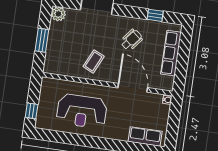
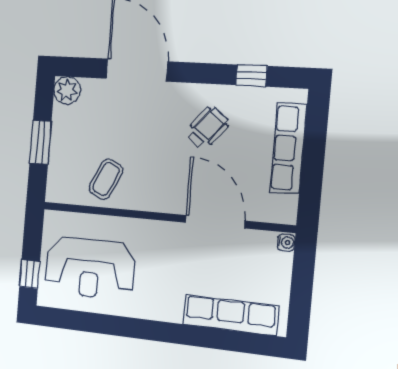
coffee table: (94, 61) -> (106, 179), moved
reception desk: (82, 111) -> (90, 268), moved
row of seats: (145, 136) -> (230, 315), width x1.48

